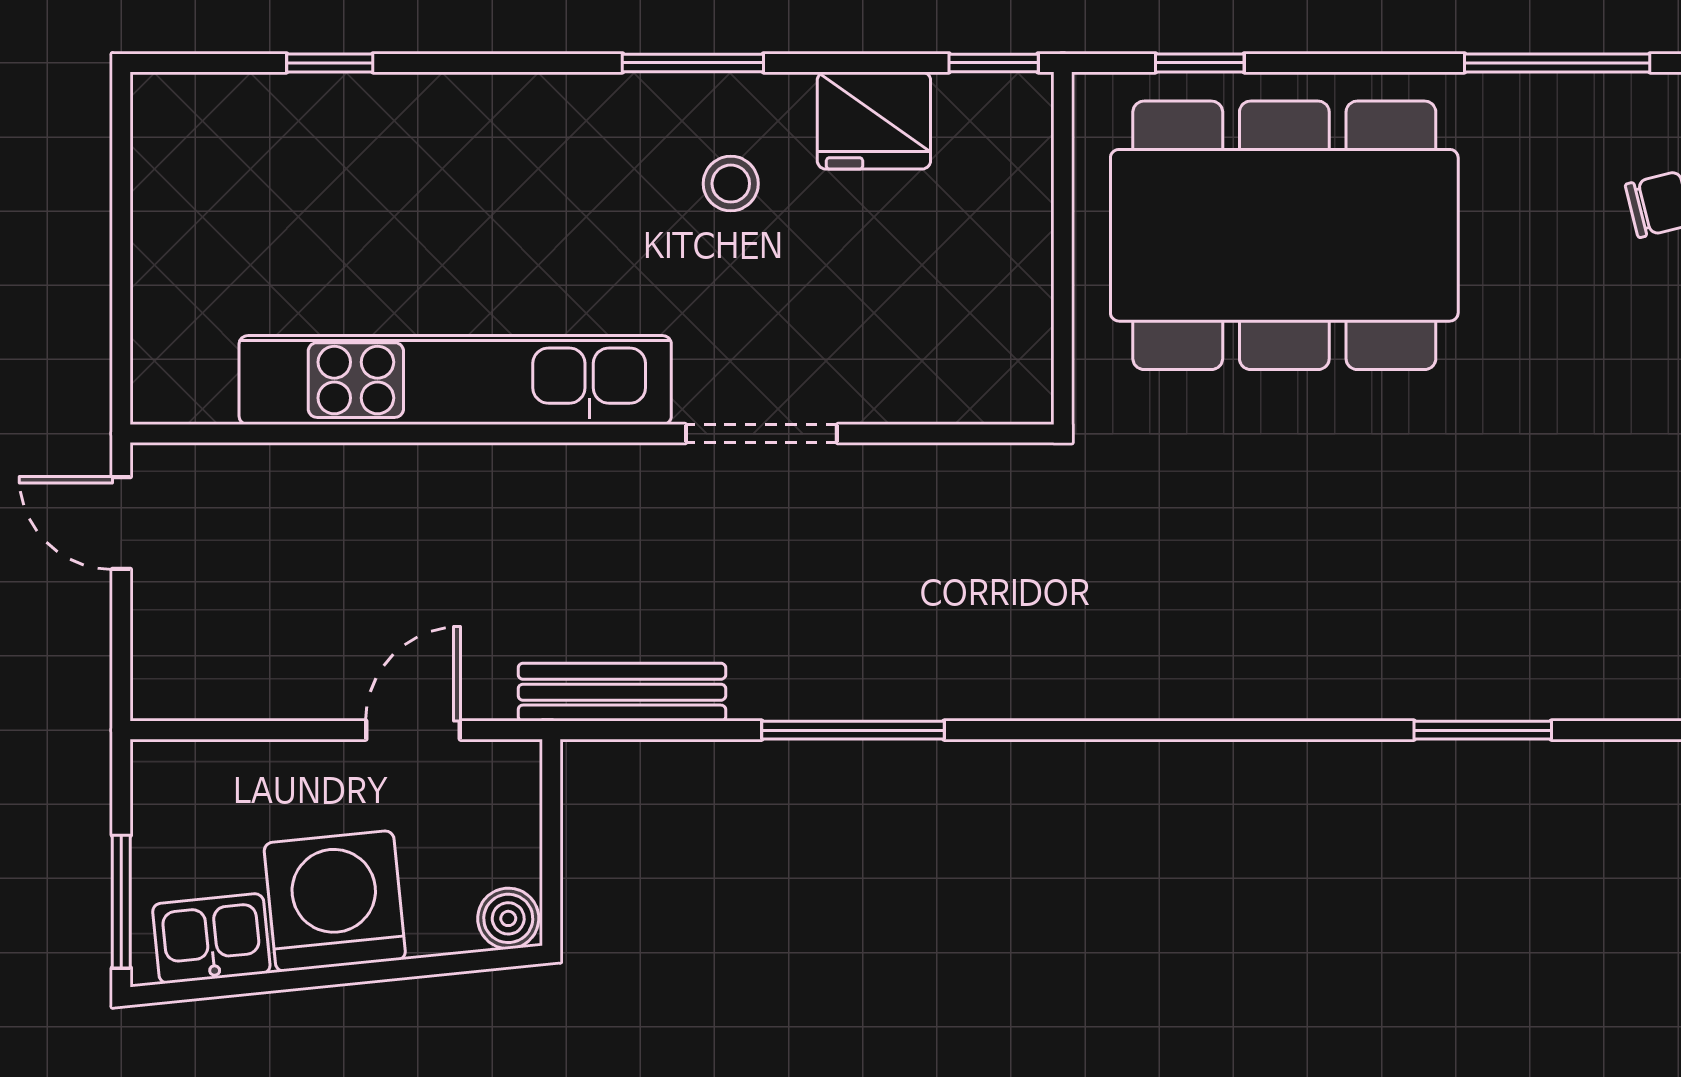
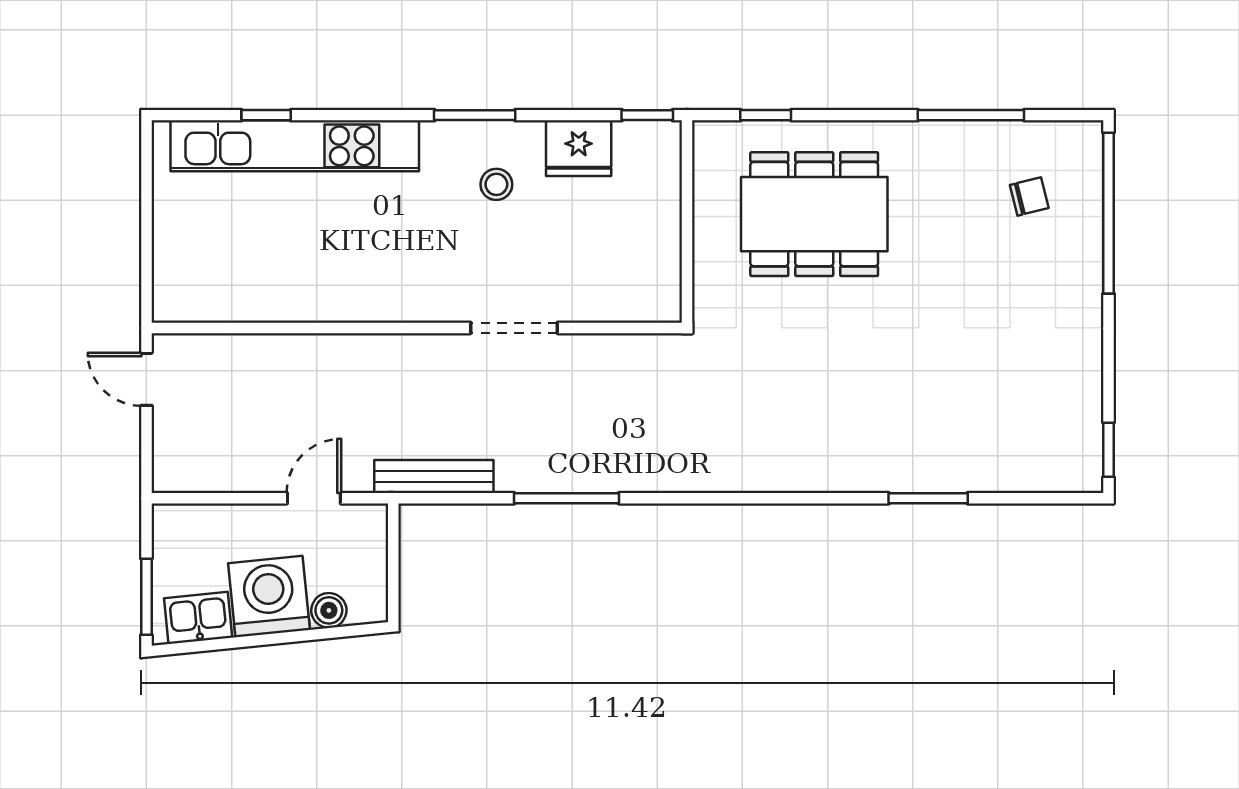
dining table: (1284, 235) -> (814, 214), width x0.73, depth x0.80
kitchen unit: (455, 380) -> (295, 146), moved, turned 180
boiler: (508, 918) -> (329, 610), moved

